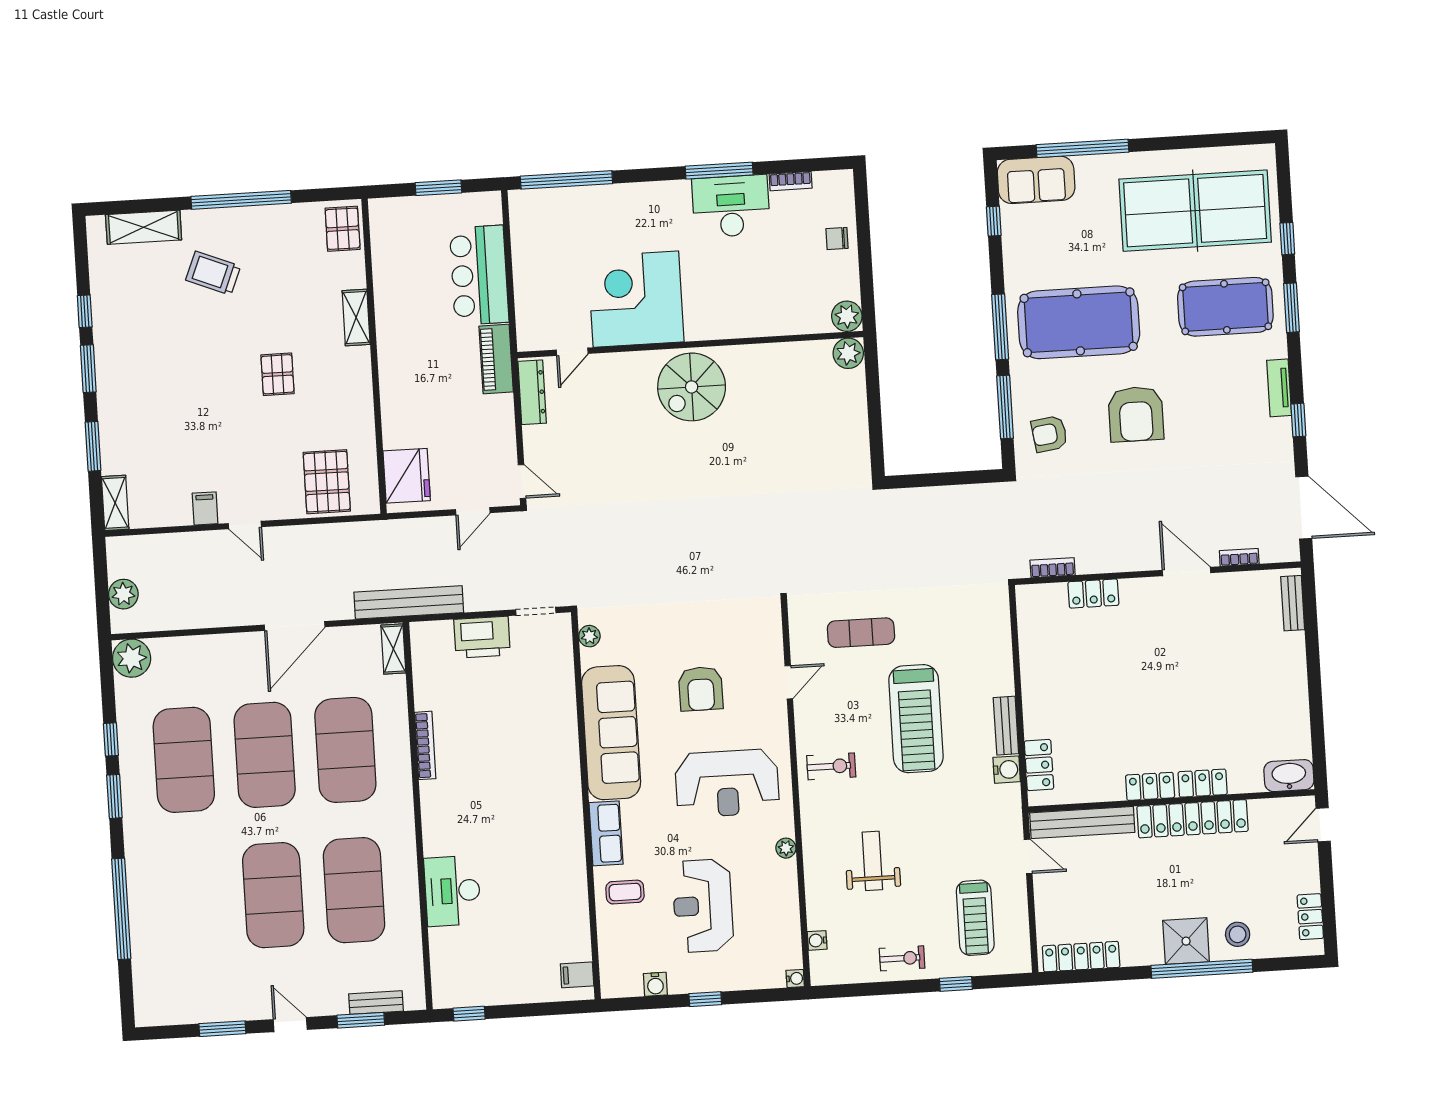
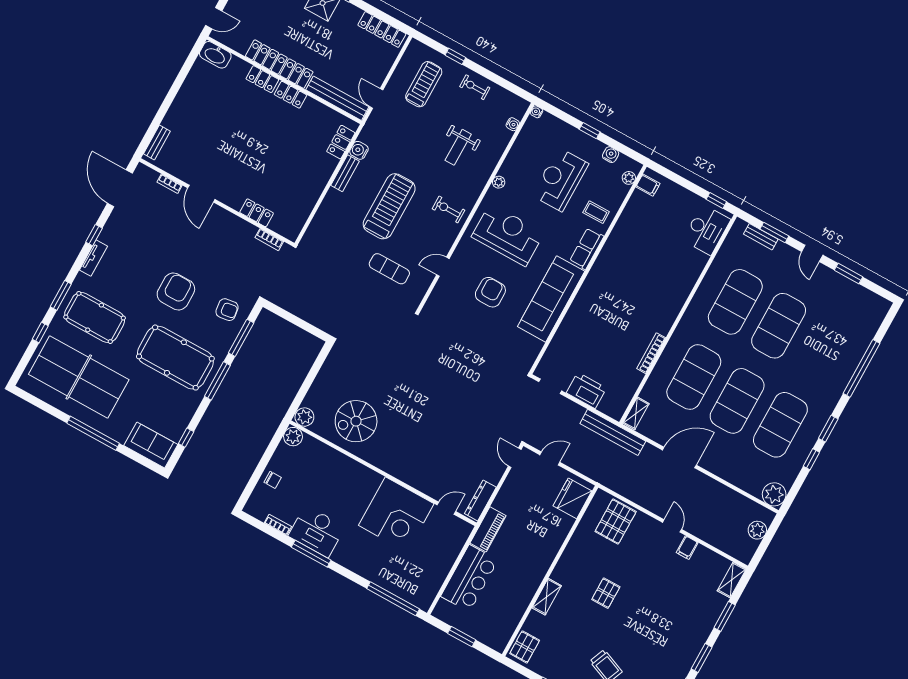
window: (1083, 148) -> (93, 433), moved
spiral stairs: (692, 387) -> (356, 421), moved, turned 180
plant: (589, 636) -> (629, 178), moved
desk: (452, 891) -> (706, 230), moved
reception desk: (703, 906) -> (560, 180), turned 180

